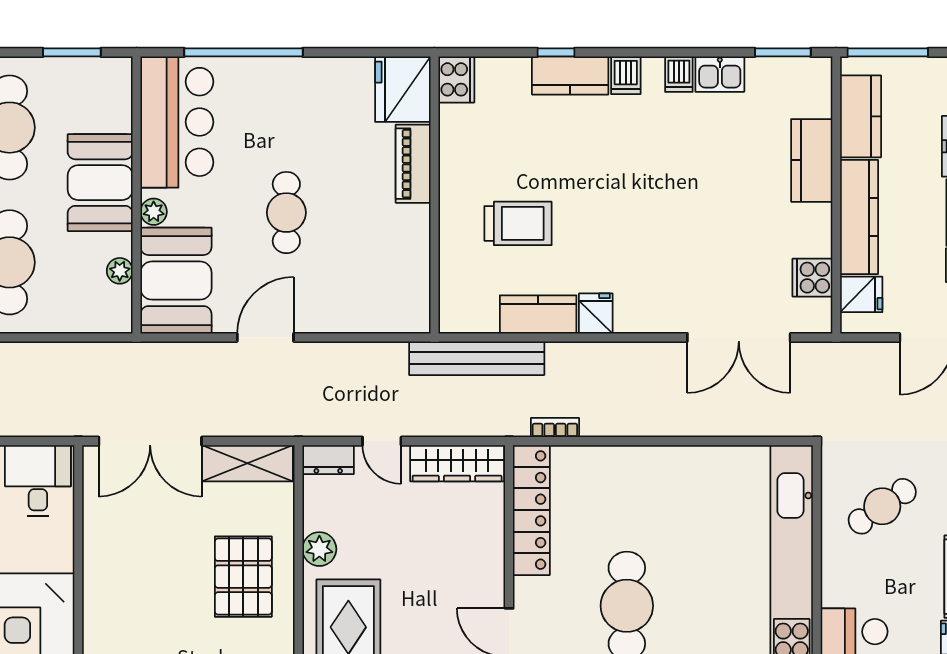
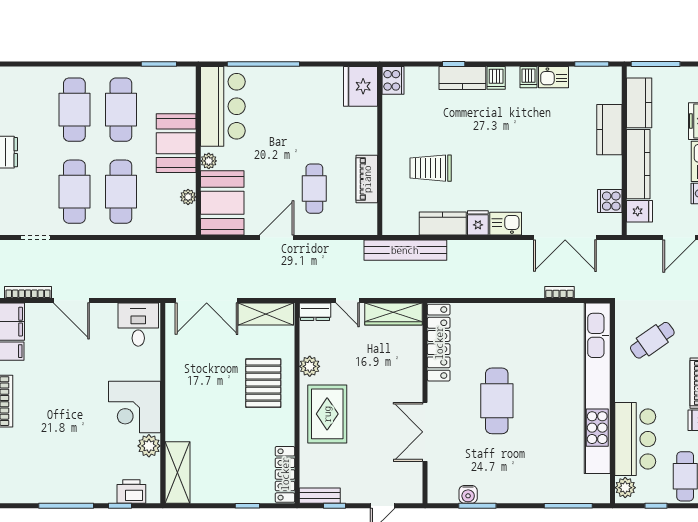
piano: (413, 164) -> (367, 179), moved
cafe table: (286, 213) -> (314, 189), moved
trolley: (518, 223) -> (431, 168), turned 180
kitchen sink: (641, 315) -> (506, 224), added
bookcase: (555, 428) -> (560, 292), moved

